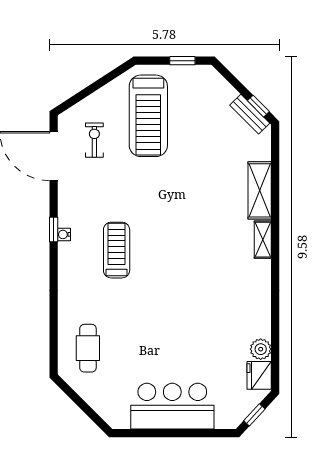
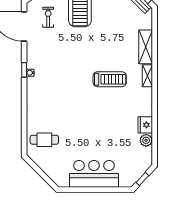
treadmill: (117, 250) -> (110, 79), moved, turned 90
cafe table: (88, 348) -> (44, 140), turned 90
fridge: (259, 375) -> (145, 125), moved

